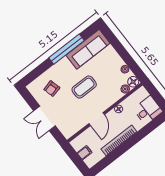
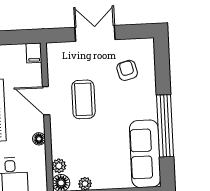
coffee table: (84, 87) -> (83, 99), moved
filing cabinet: (84, 153) -> (34, 53), moved

